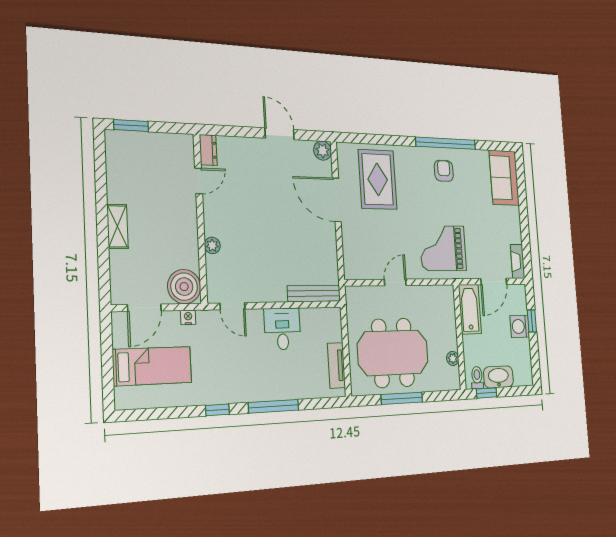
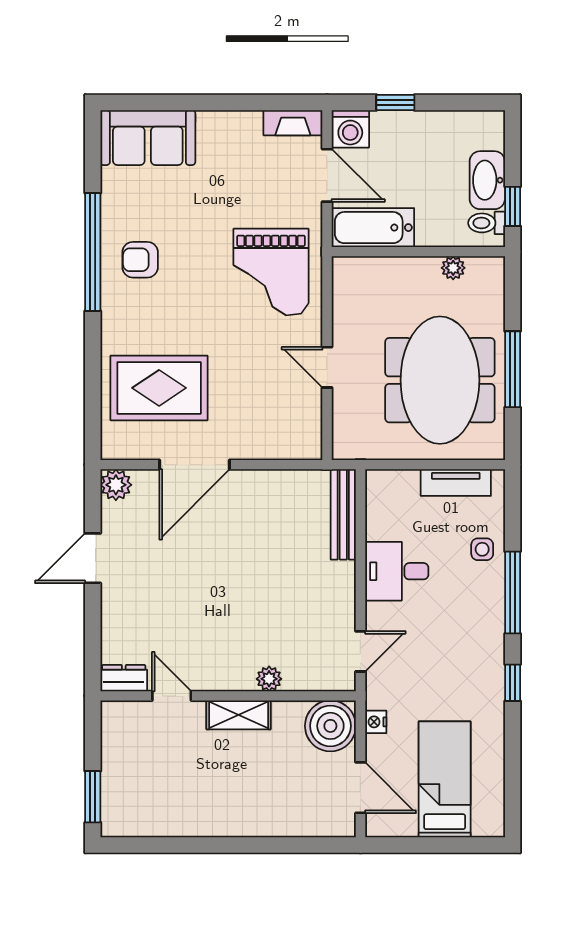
shelving: (117, 226) -> (239, 715), moved
washing machine: (520, 326) -> (350, 129), moved
side table: (299, 385) -> (482, 549), added

